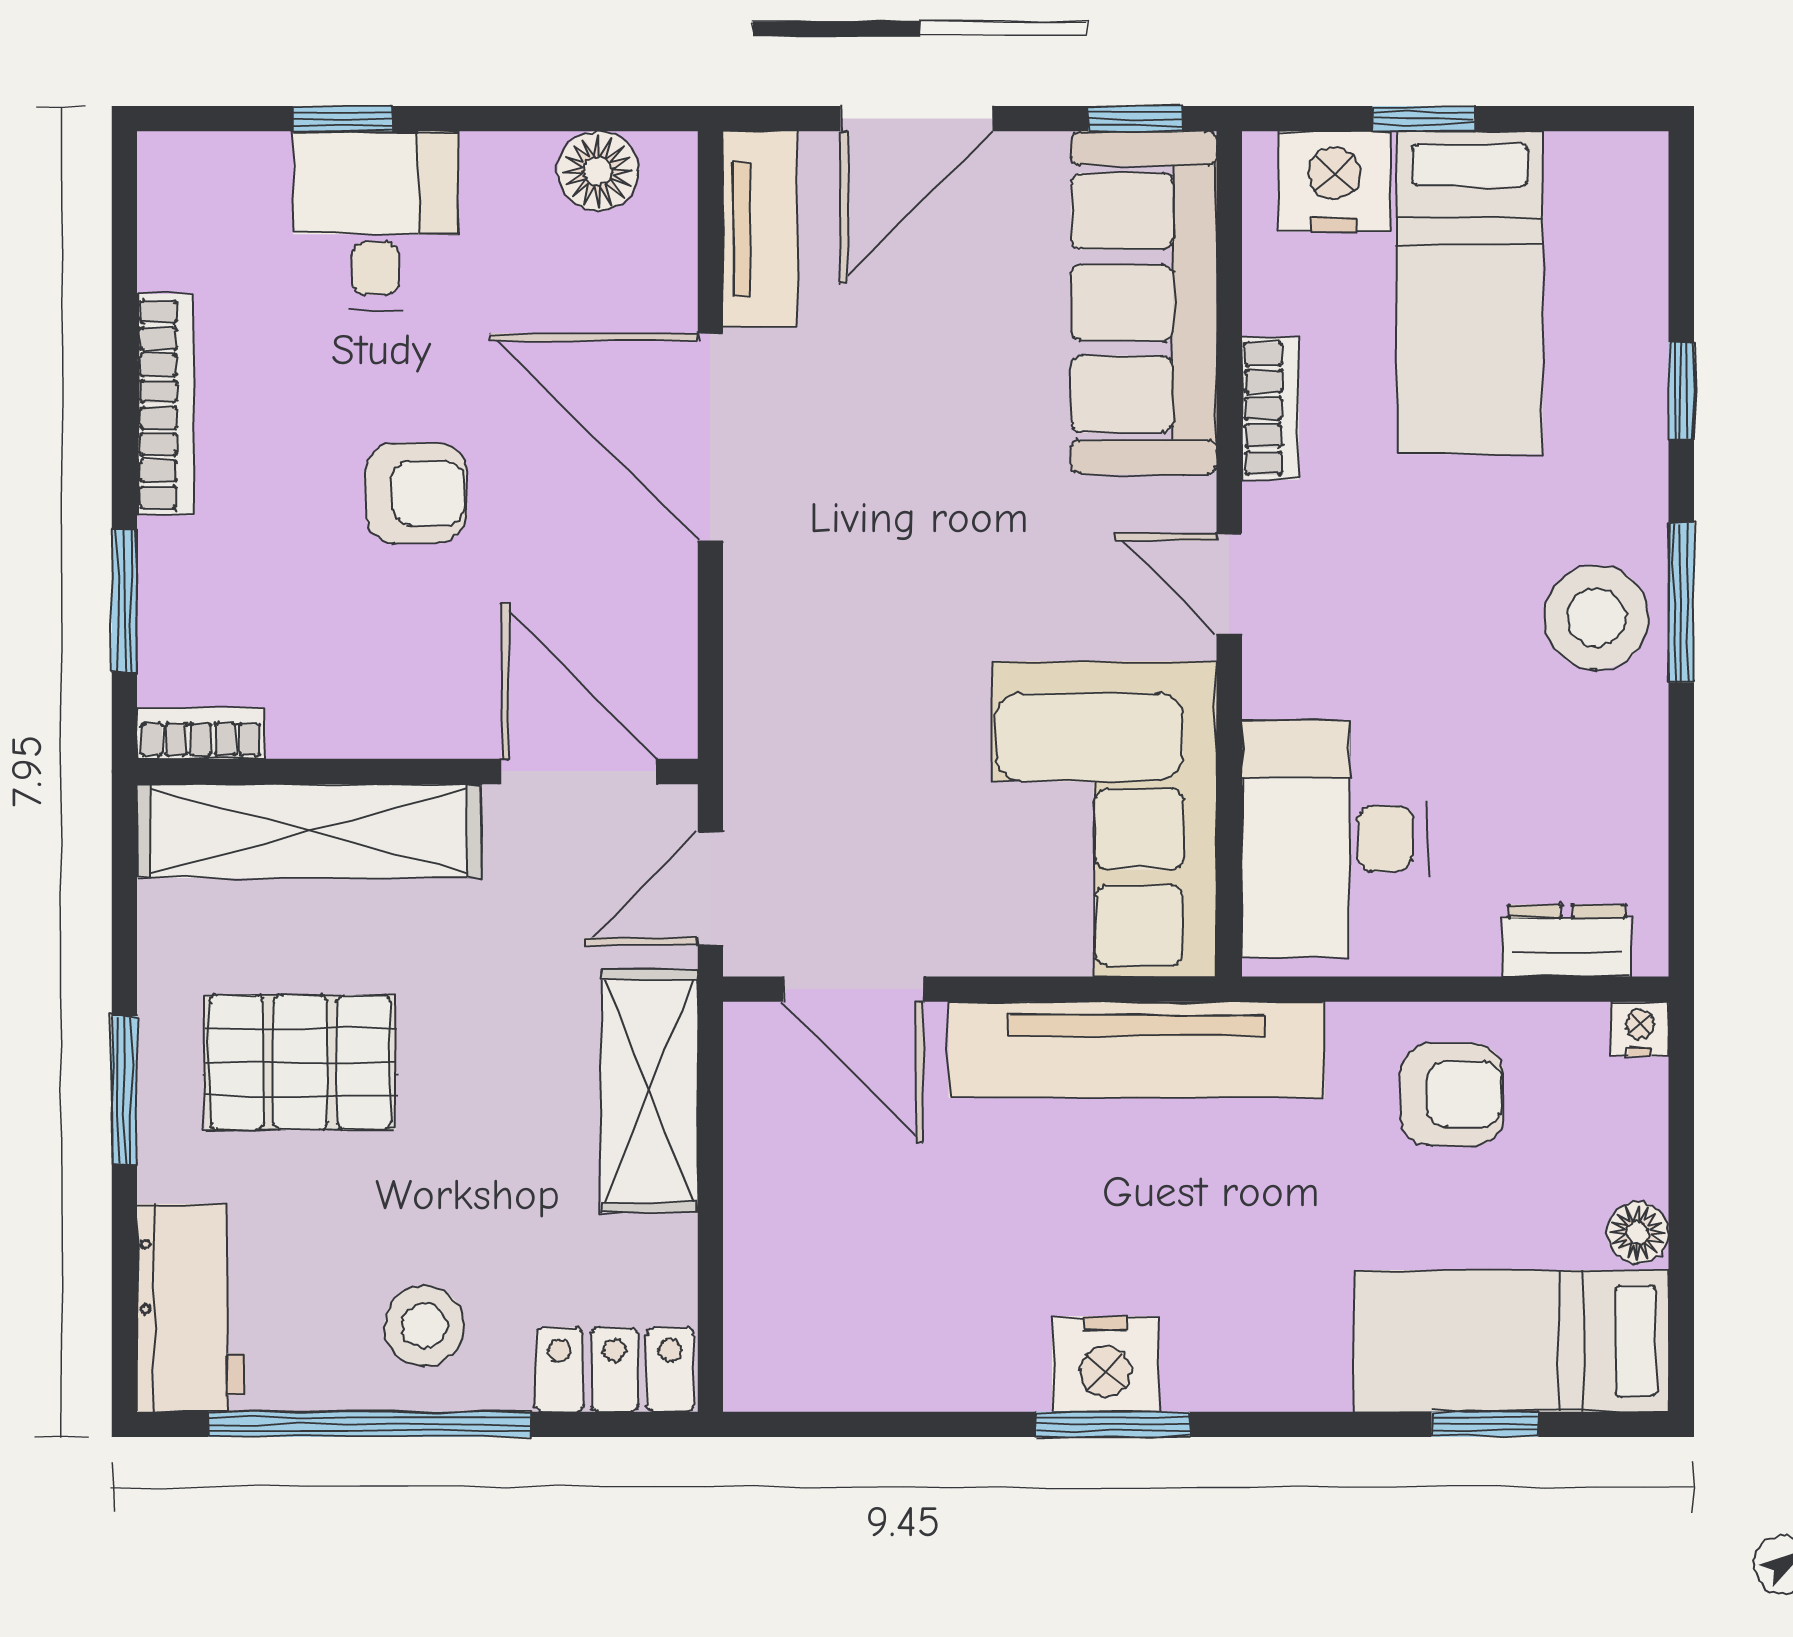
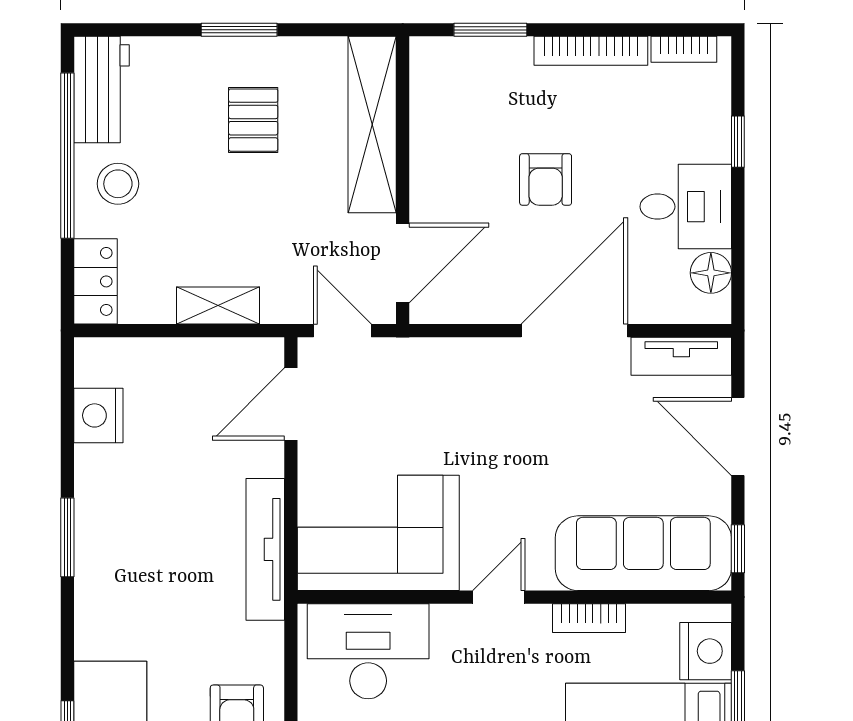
desk: (375, 220) -> (686, 207), moved
bookcase: (201, 733) -> (684, 49), moved, turned 90
tv unit: (1136, 1050) -> (265, 549), width x0.73, depth x0.78
pallet: (300, 1063) -> (253, 120), width x0.67, depth x0.71
shelving: (649, 1091) -> (218, 306), width x0.67, depth x0.75
workbench: (191, 1308) -> (101, 90), moved, turned -90
nightstand: (1105, 1364) -> (98, 415), moved

